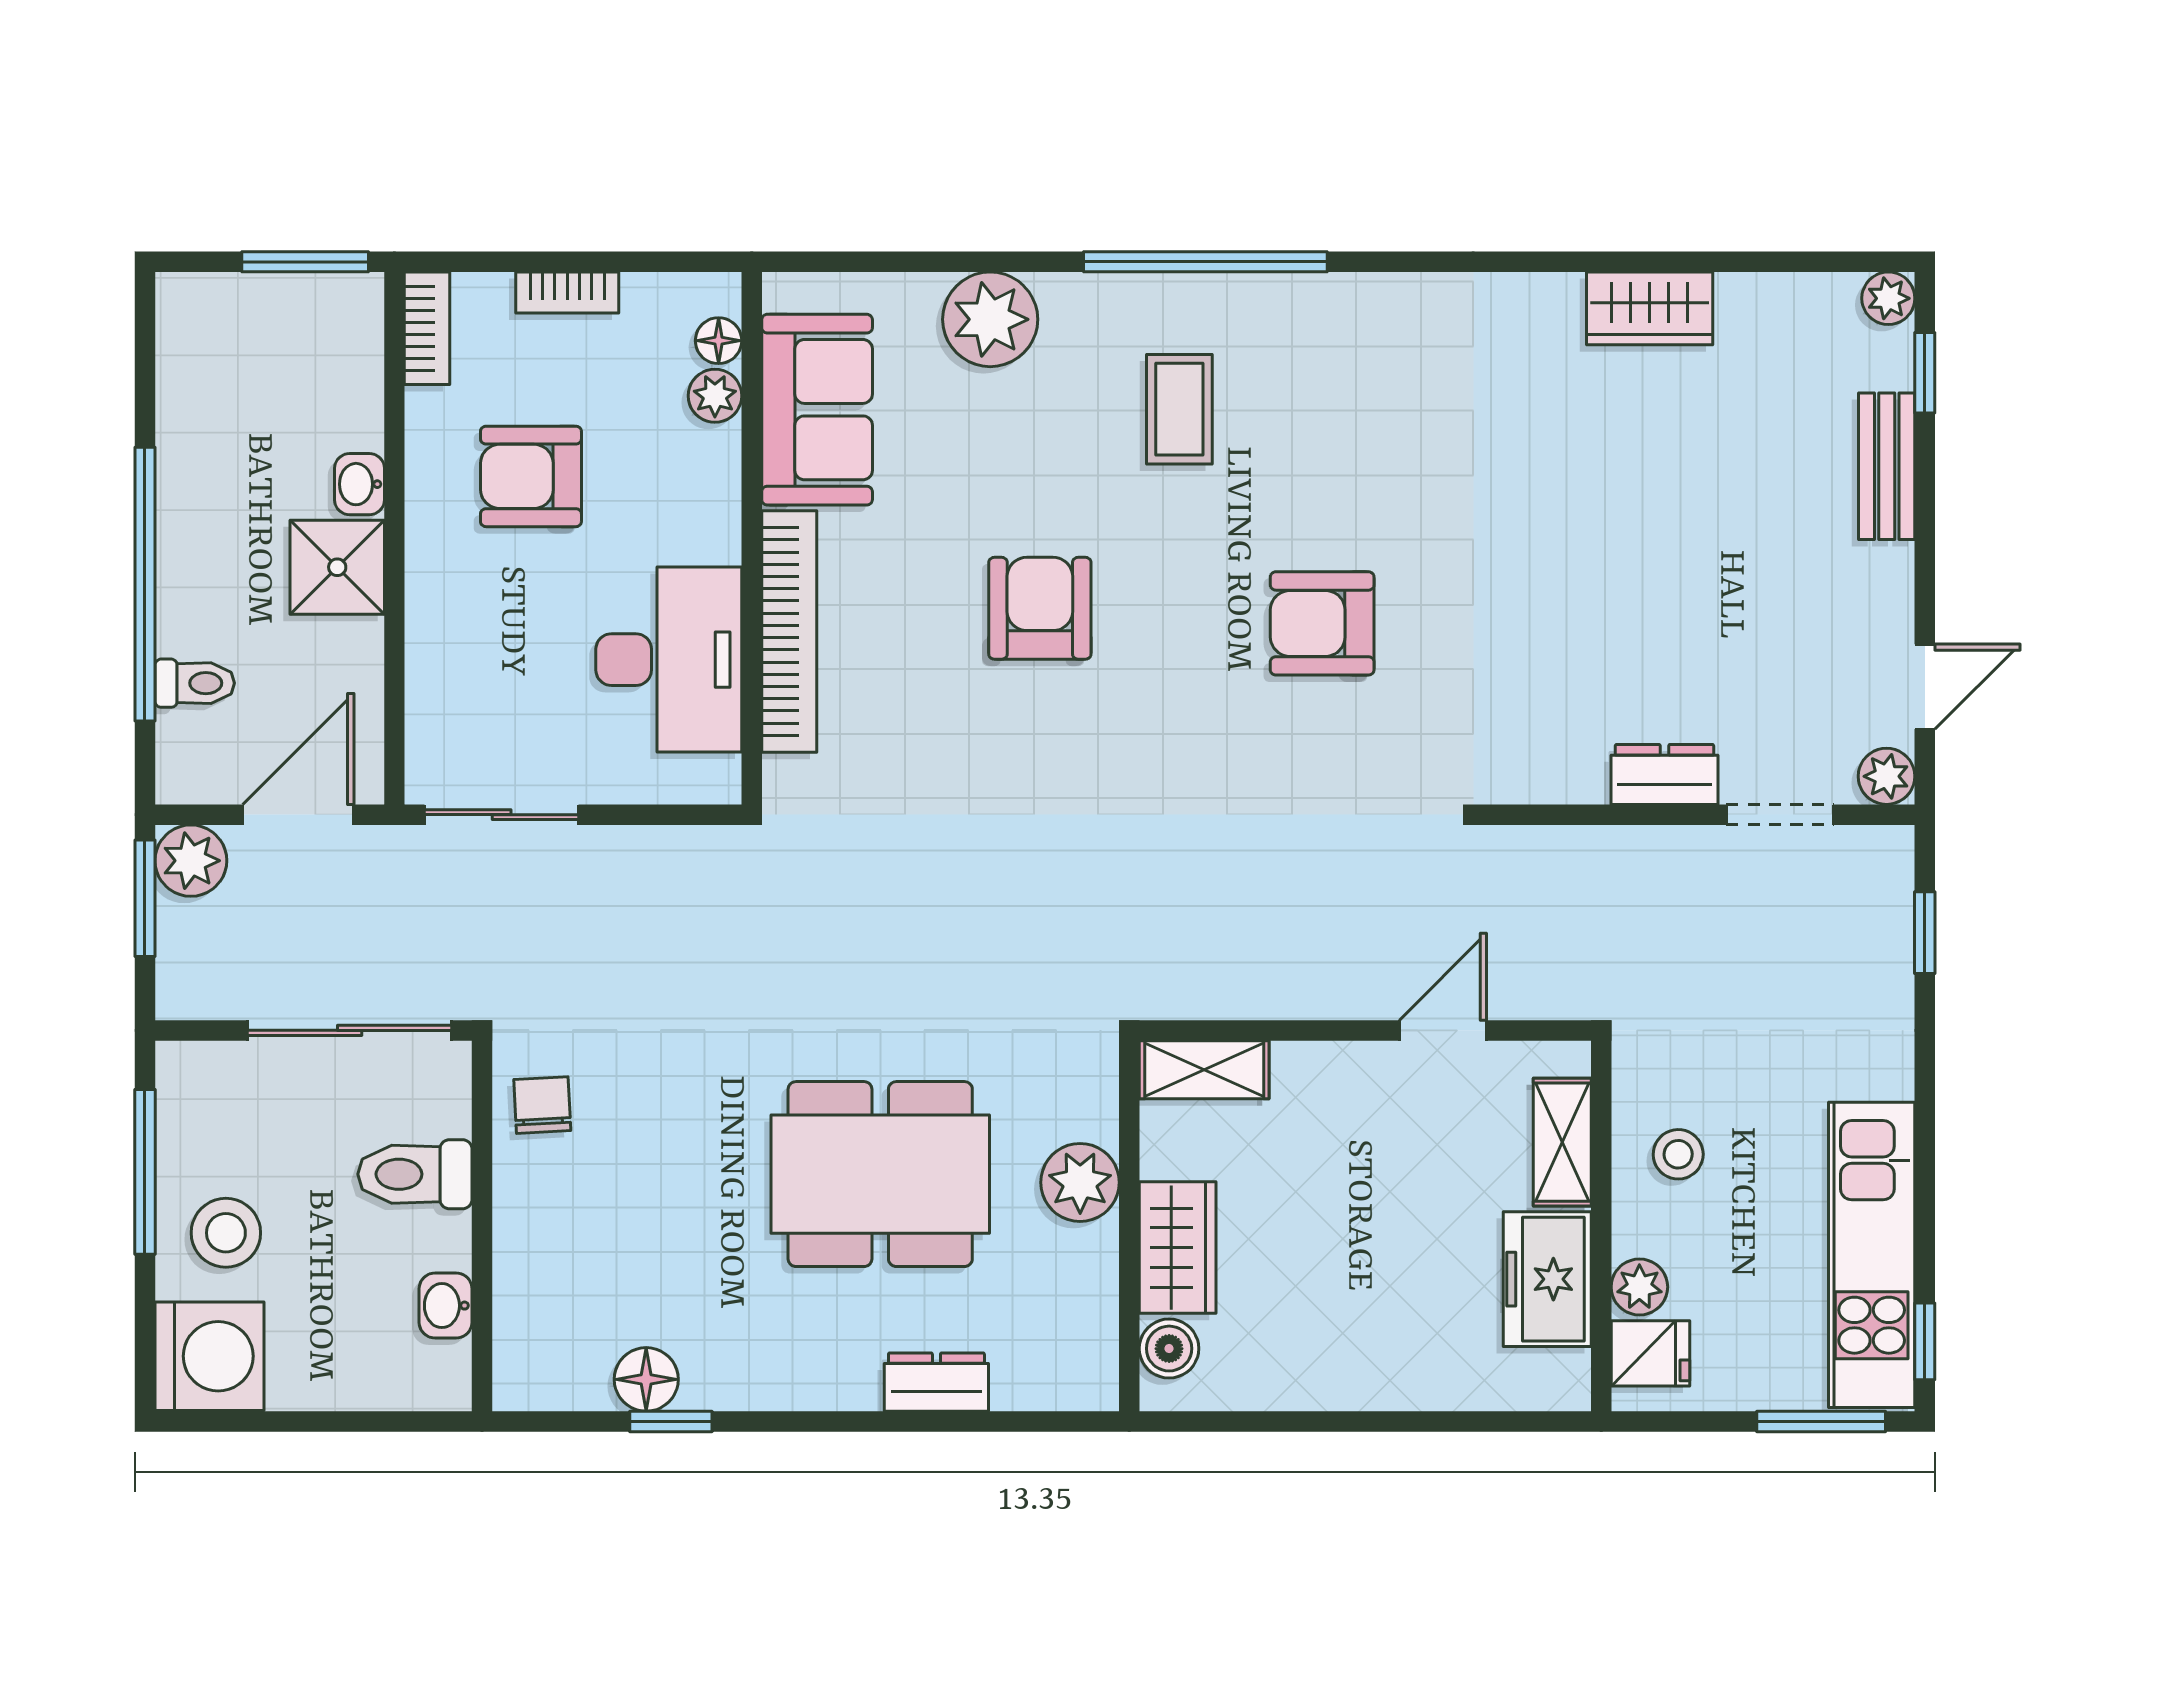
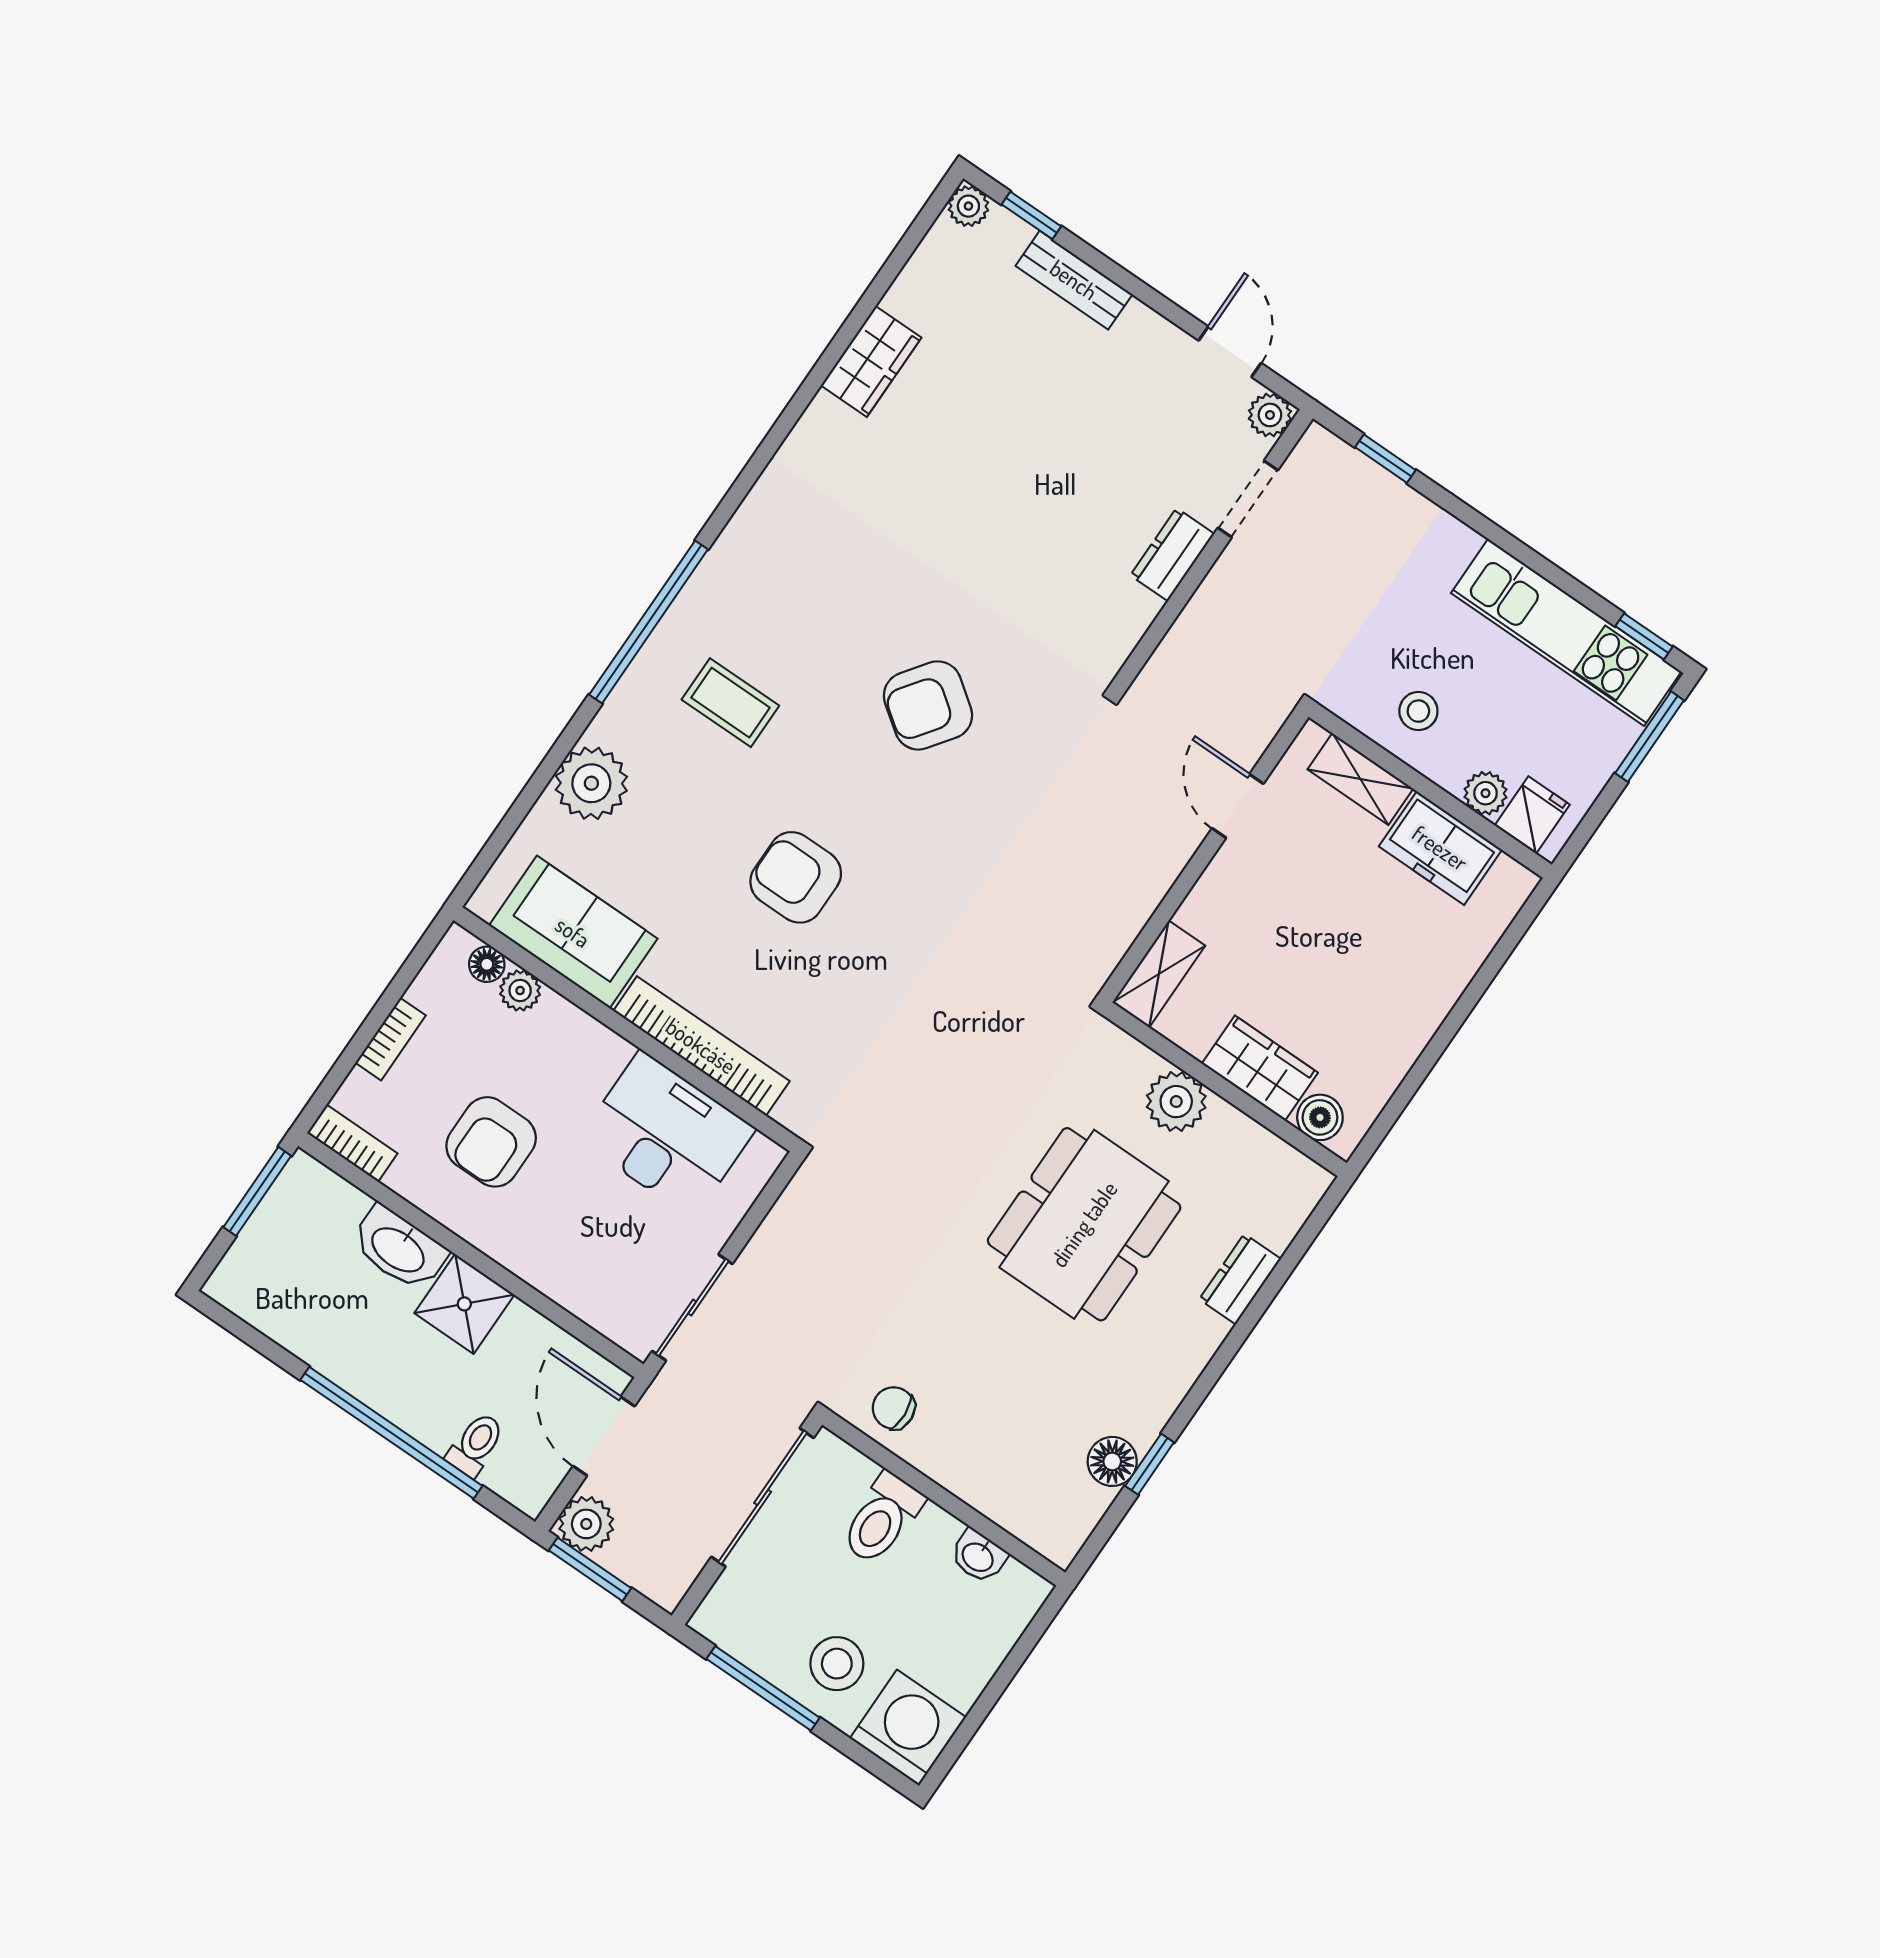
washbasin: (359, 484) -> (399, 1249), width x1.91, depth x1.45
armchair: (1322, 623) -> (928, 705), turned 36

